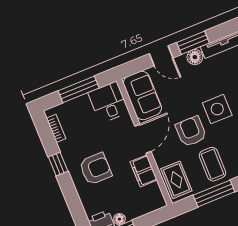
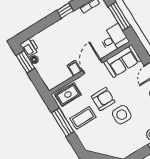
door: (143, 139) -> (93, 67), swing flipped
armchair: (95, 169) -> (66, 37), removed
filing cabinet: (144, 171) -> (74, 68), width x0.50

